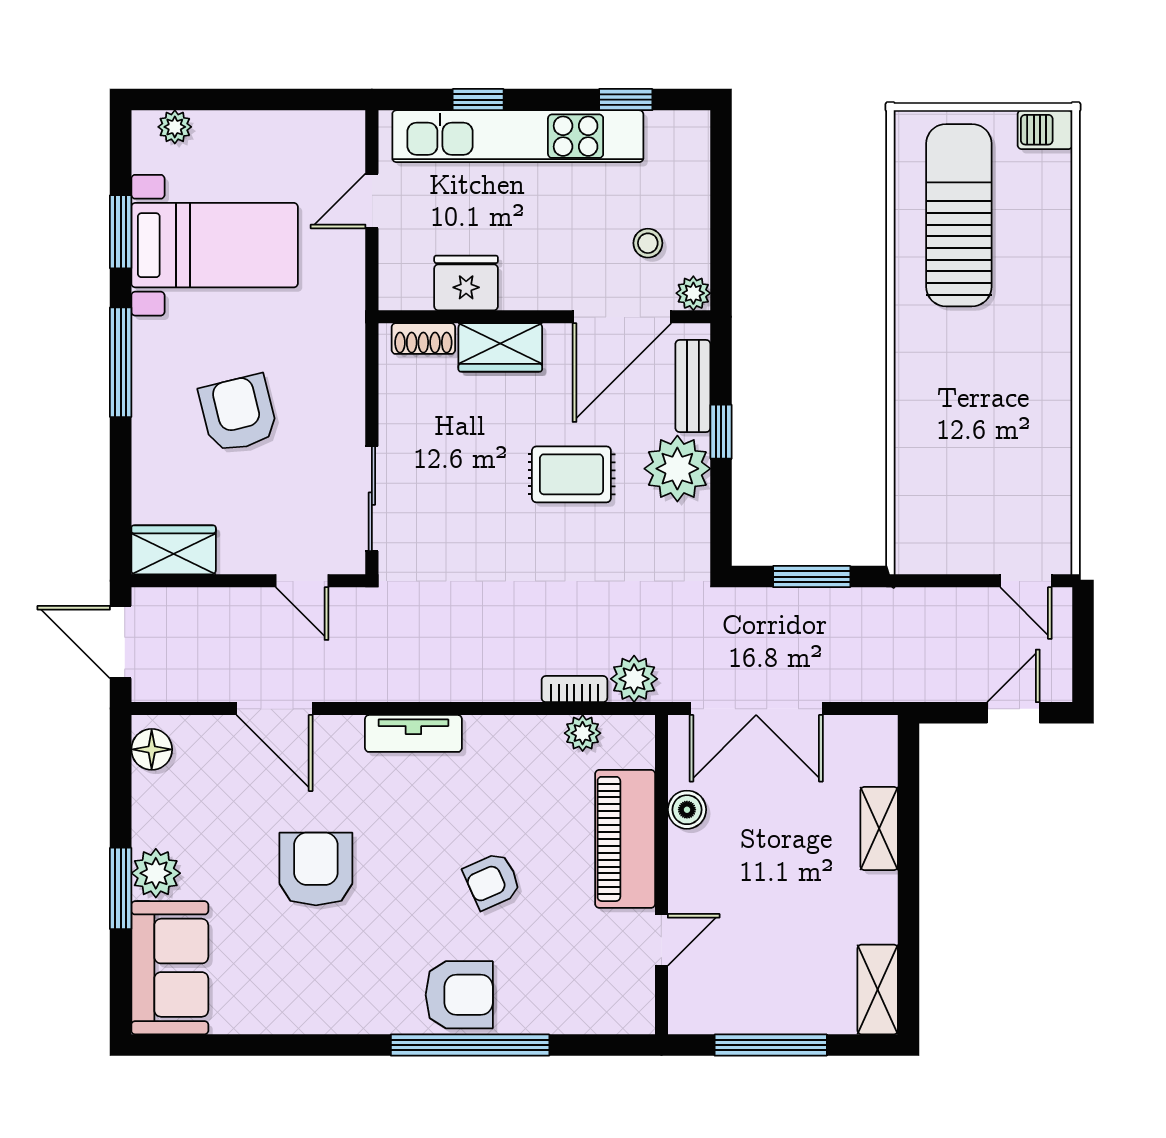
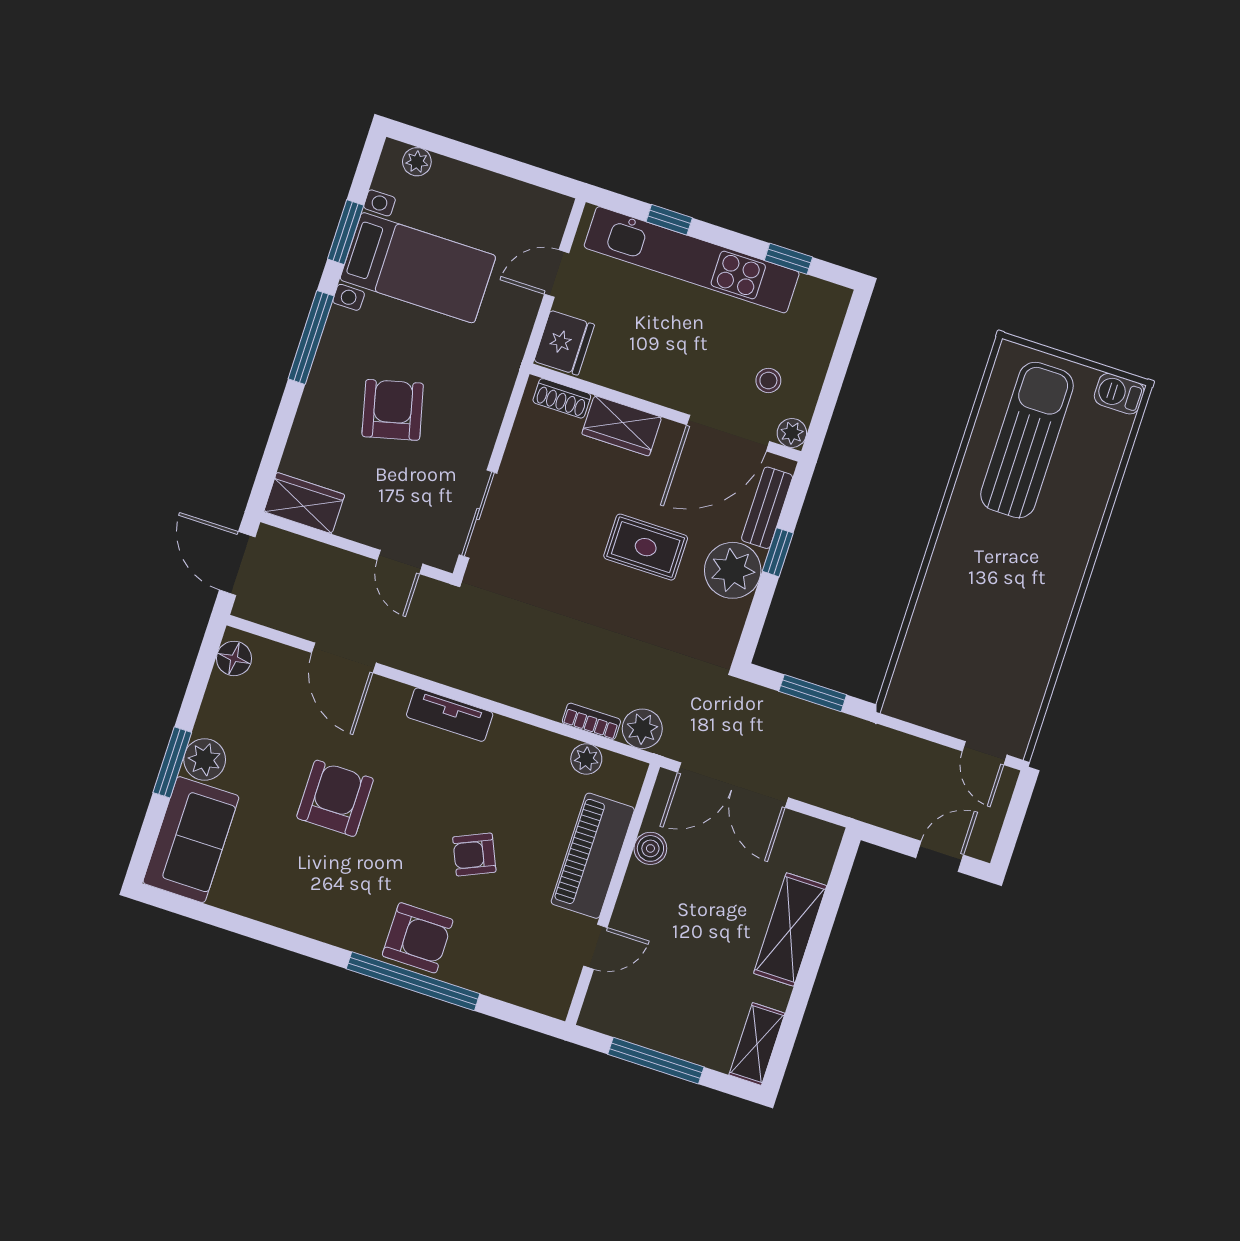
fridge: (466, 283) -> (564, 343), moved, turned 90
shelving: (879, 828) -> (790, 930), width x1.50, depth x1.33

